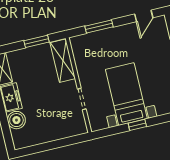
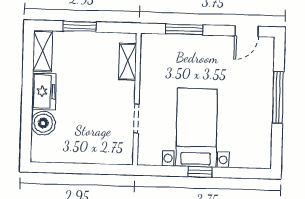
window: (36, 41) -> (80, 26), moved
shelving: (63, 61) -> (128, 62), width x0.67, depth x0.75

